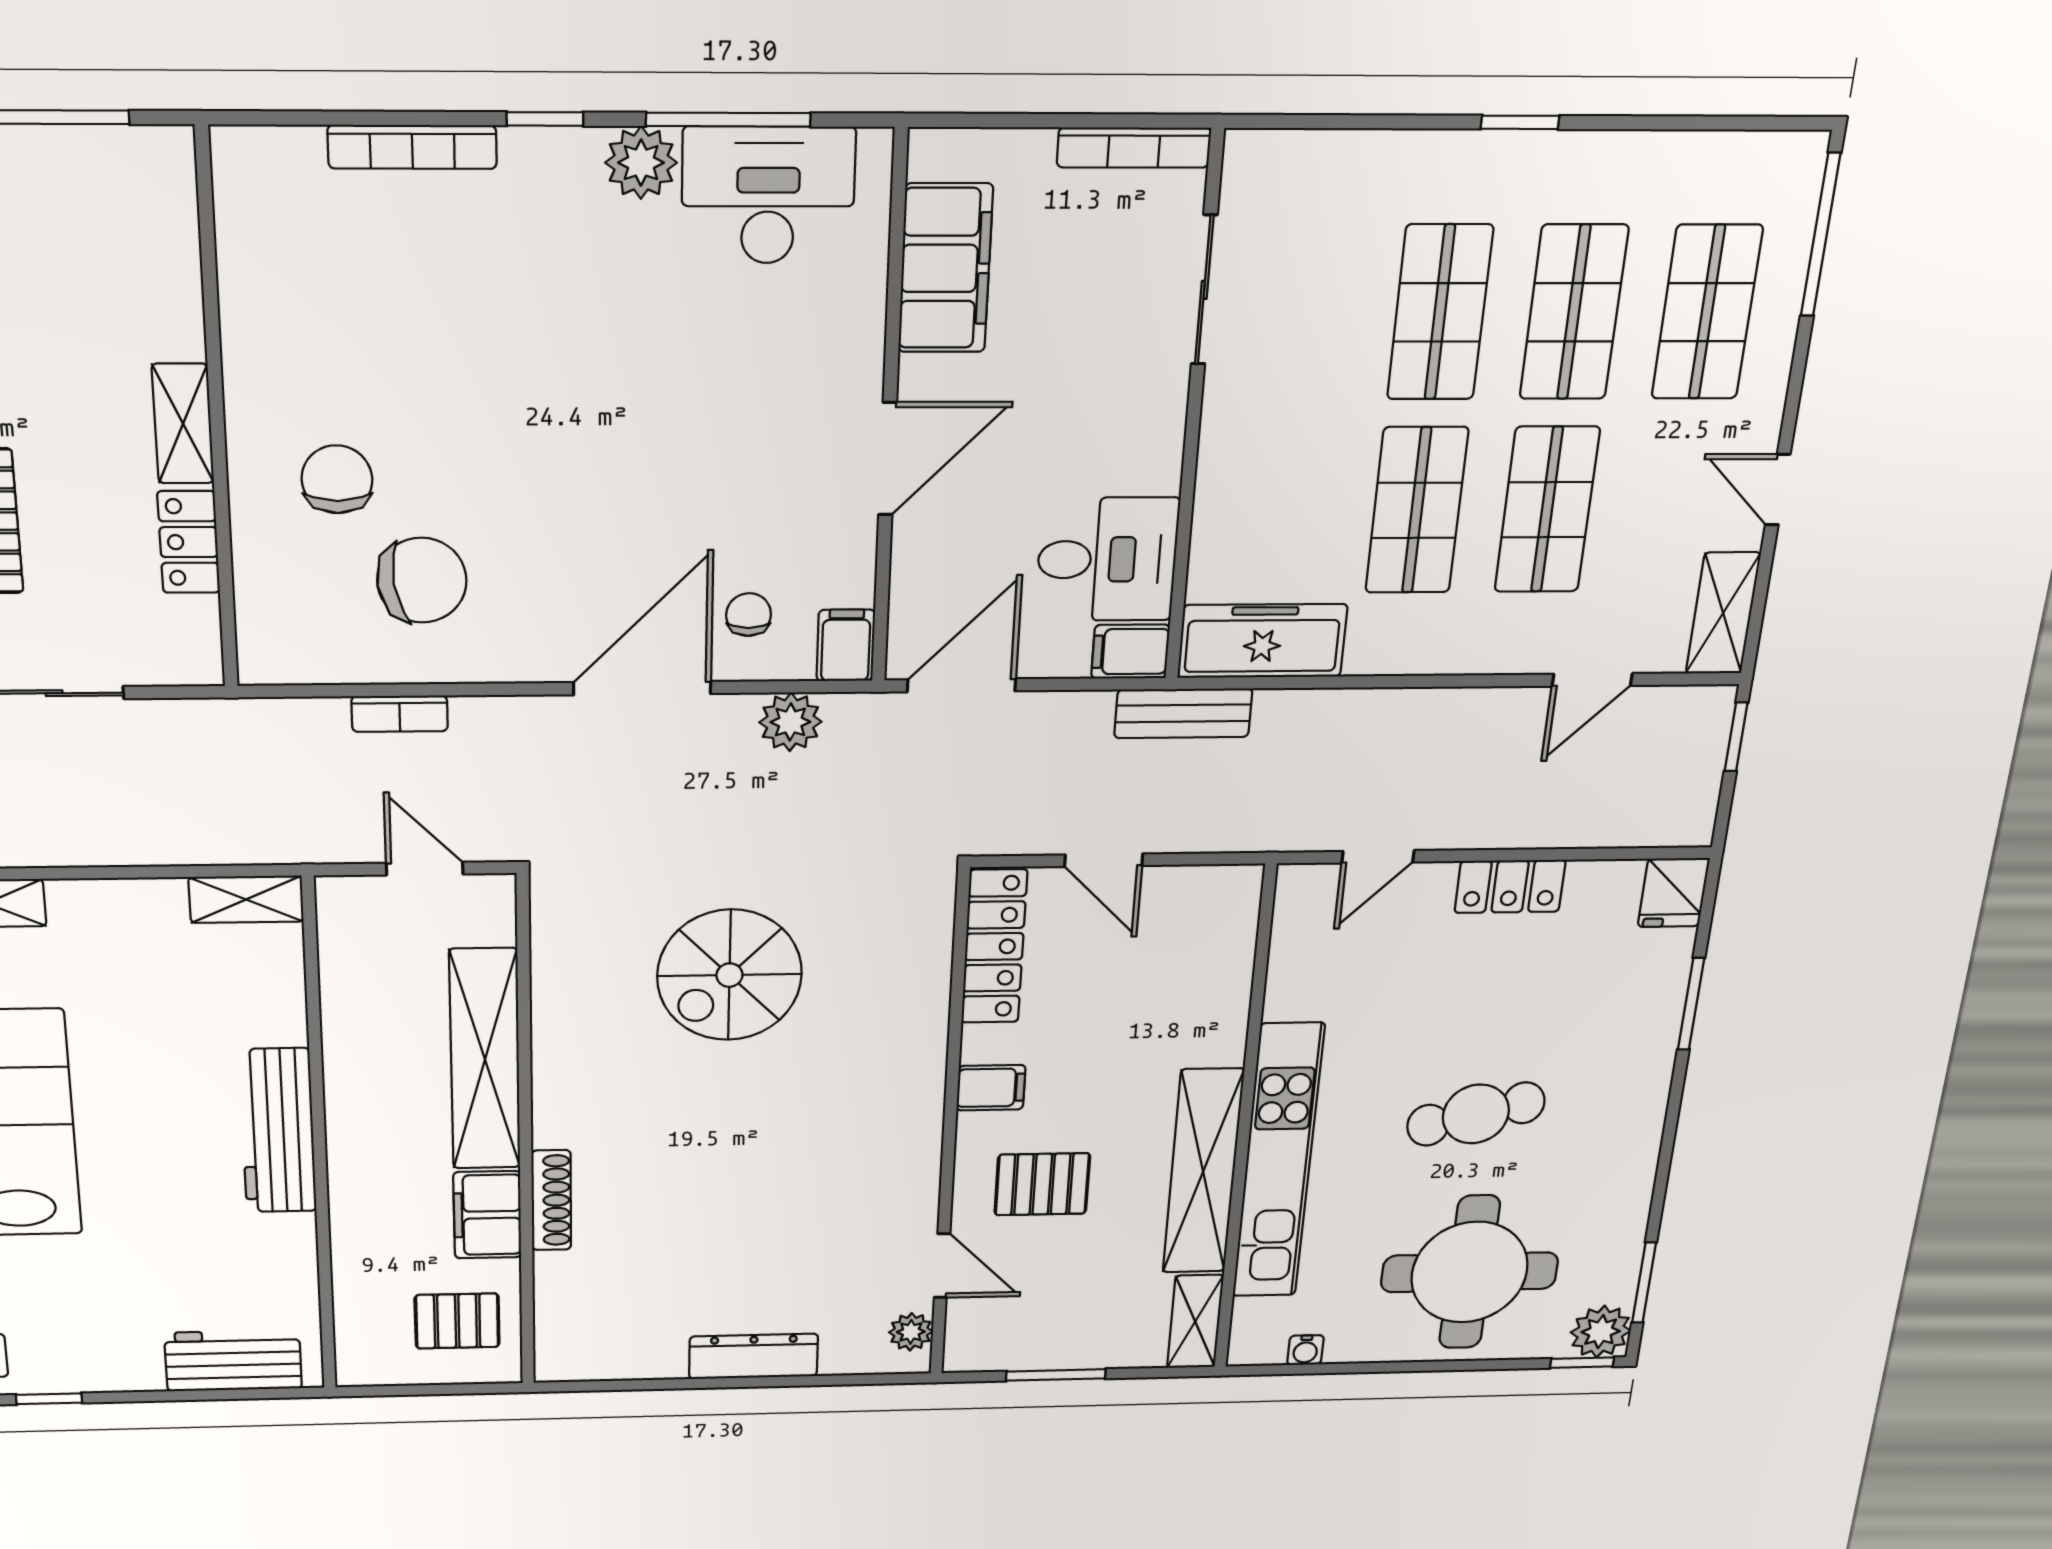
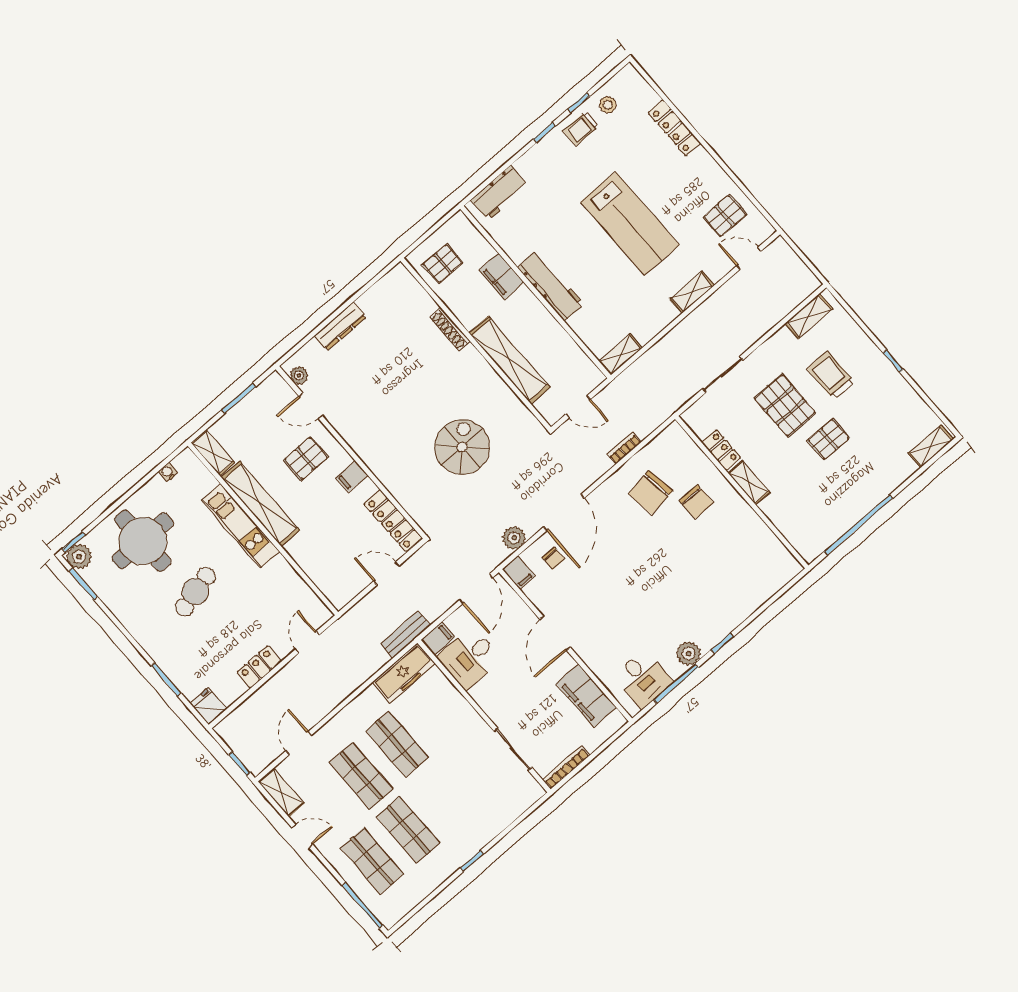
bookcase: (412, 147) -> (750, 607), removed
desk: (768, 195) -> (643, 679), width x0.73
shop shelf: (1440, 312) -> (444, 798), removed
kitchen unit: (1278, 1162) -> (241, 526), width x0.73
filing cabinet: (487, 1215) -> (502, 276), moved, turned 180

